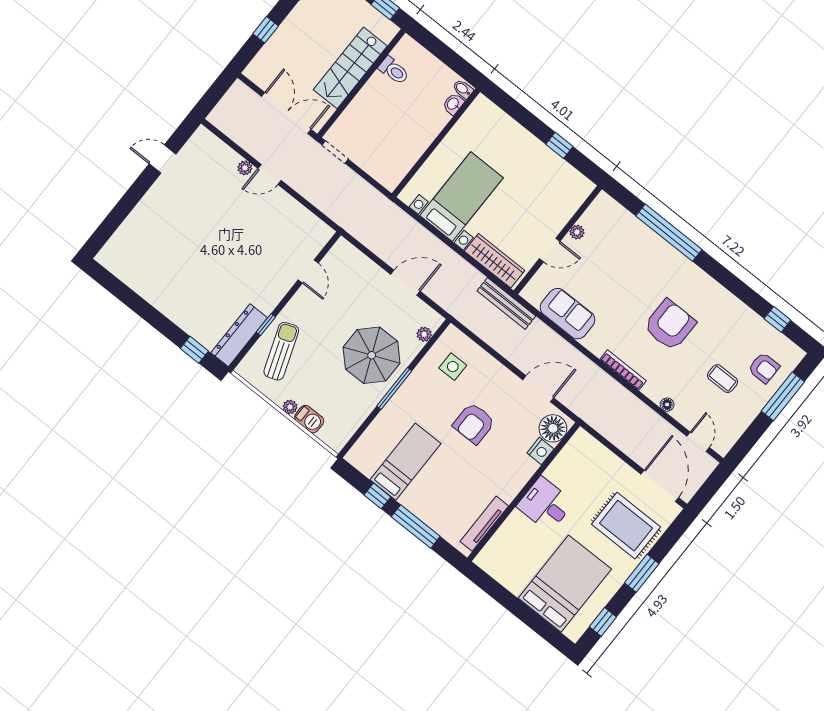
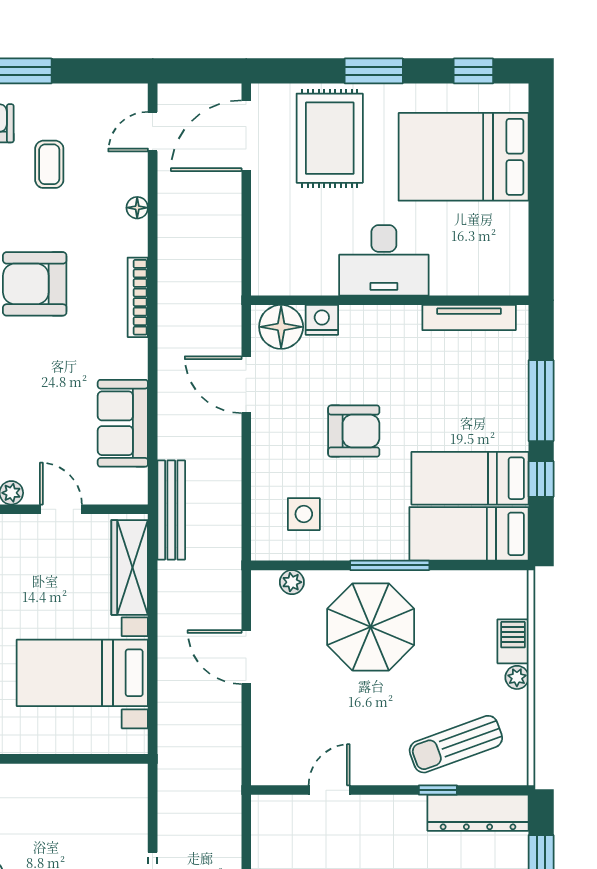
bed: (379, 439) -> (469, 534), added
desk: (545, 504) -> (384, 260), width x1.37

